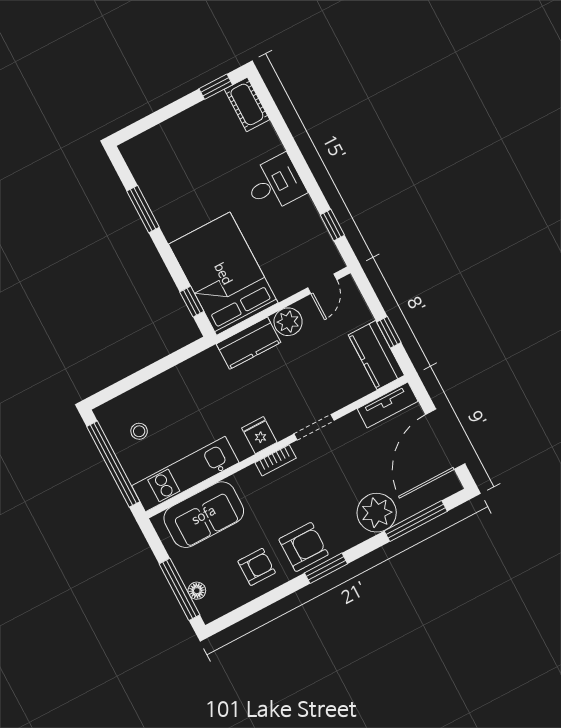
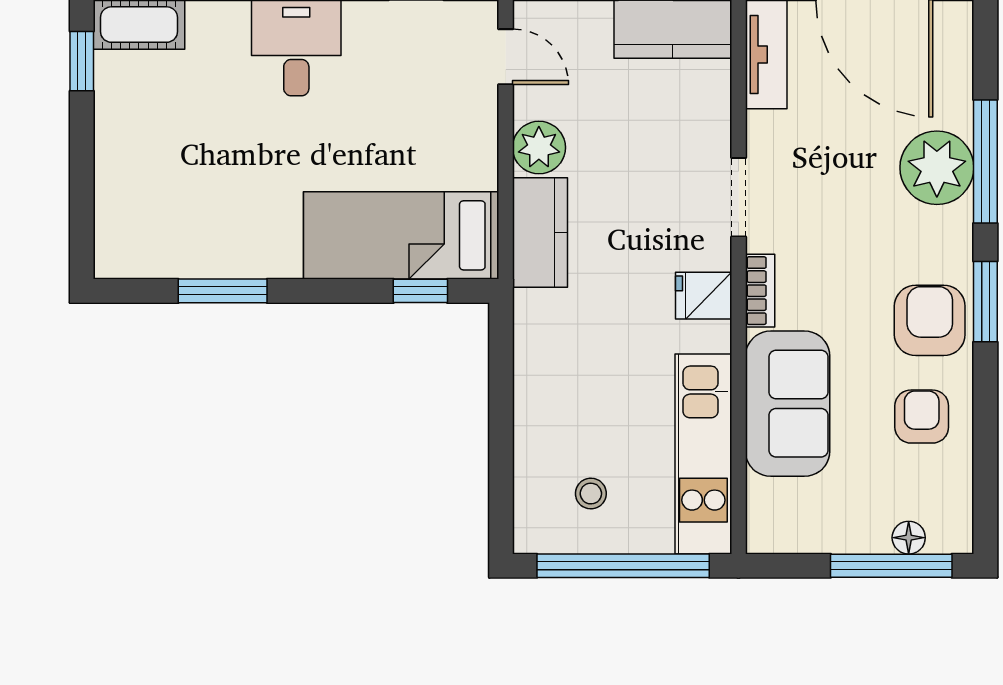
bed: (223, 274) -> (401, 235), width x0.67
sofa: (204, 515) -> (788, 404), moved
window: (416, 521) -> (985, 162), moved

